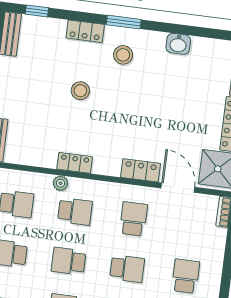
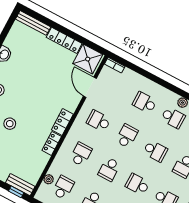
locker: (140, 170) -> (62, 122), moved
plant: (61, 183) -> (49, 179), moved
door: (178, 188) -> (90, 87), hinge flipped

